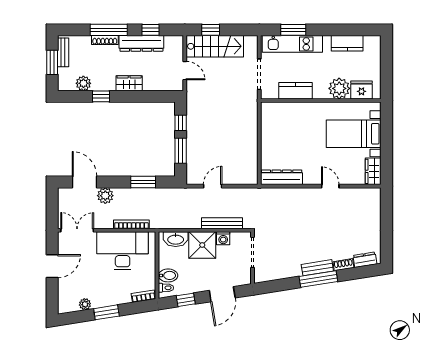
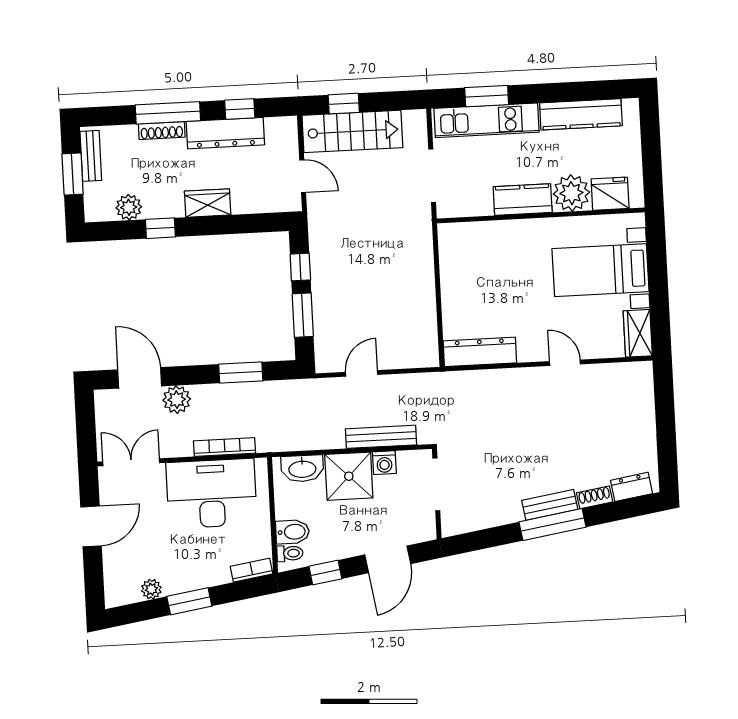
kitchen counter: (347, 43) -> (581, 114), width x1.50
kitchen counter: (295, 91) -> (523, 200), moved

